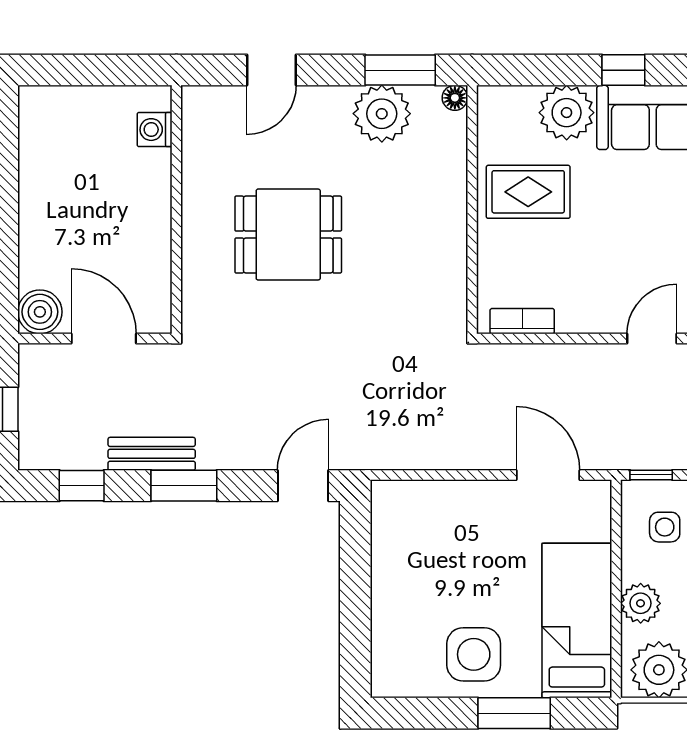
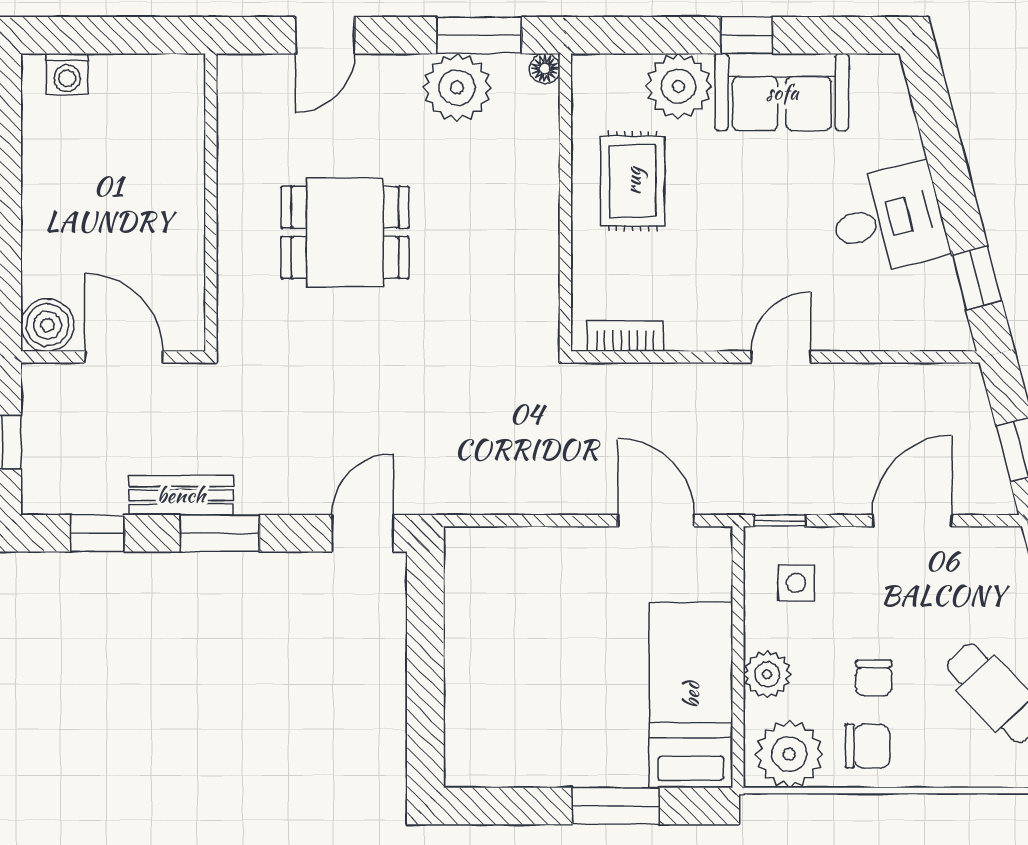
washing machine: (155, 130) -> (67, 74), moved, turned -90
rug: (528, 192) -> (633, 181), turned 90
side table: (474, 654) -> (567, 736), removed

